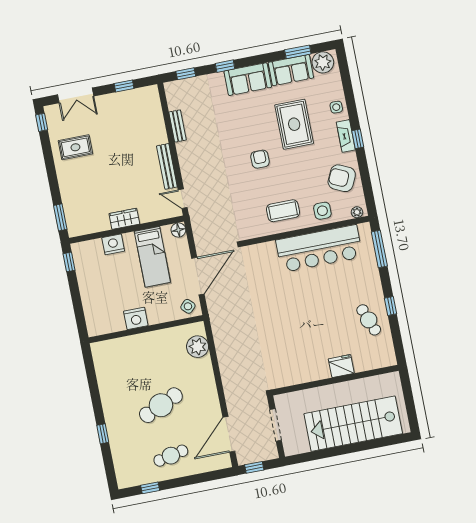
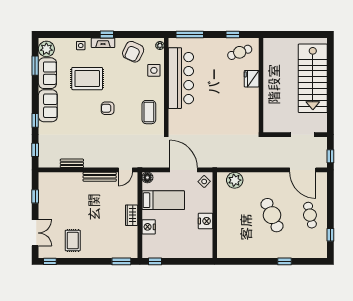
coffee table: (283, 211) -> (149, 112), moved
fridge: (341, 366) -> (252, 79), moved
wall: (335, 380) -> (261, 85), moved

